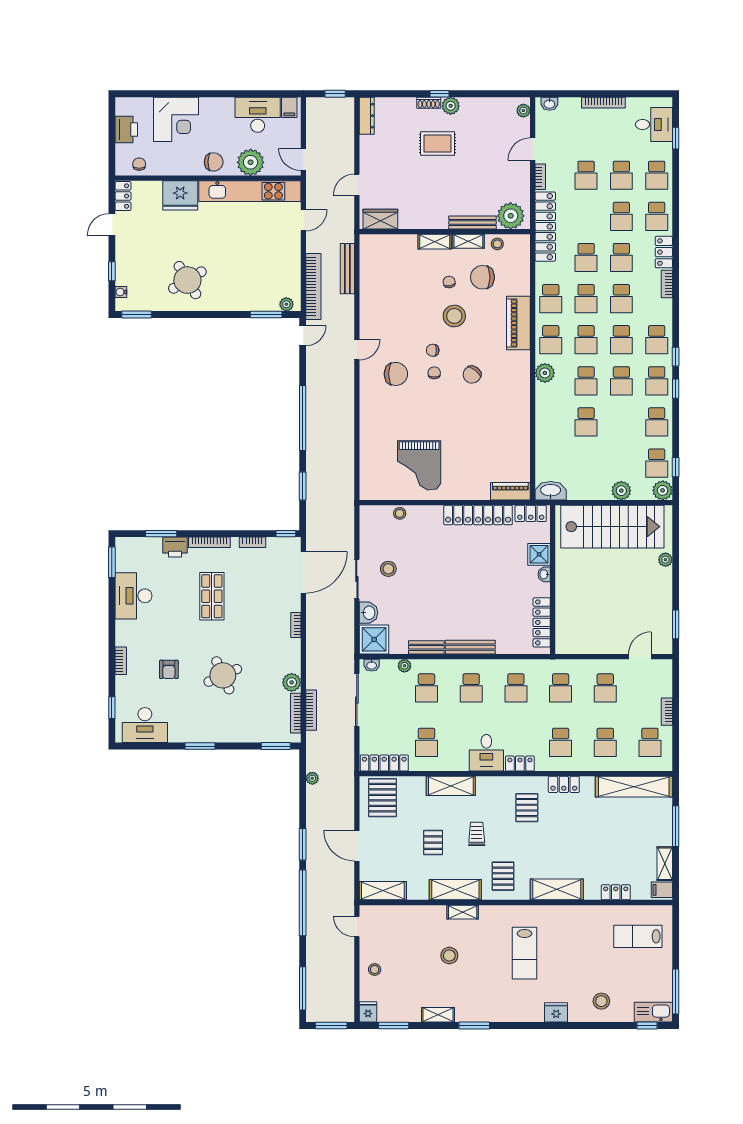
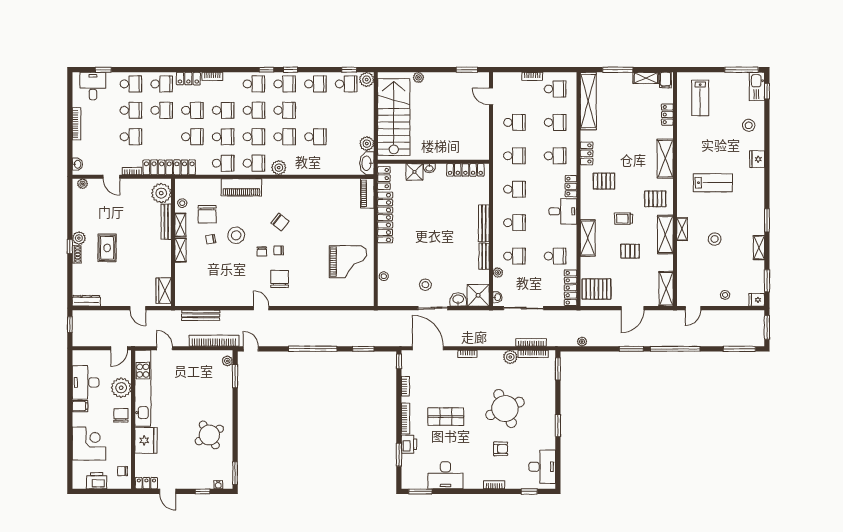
filing cabinet: (289, 107) -> (80, 406), moved
plant: (621, 491) -> (367, 144), moved
round table: (223, 675) -> (505, 408), width x1.36, depth x1.36

